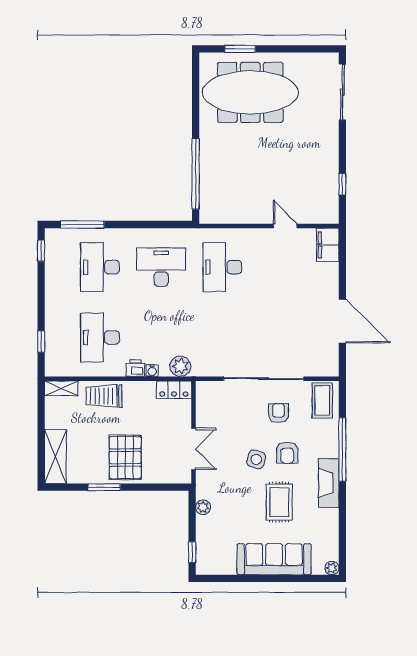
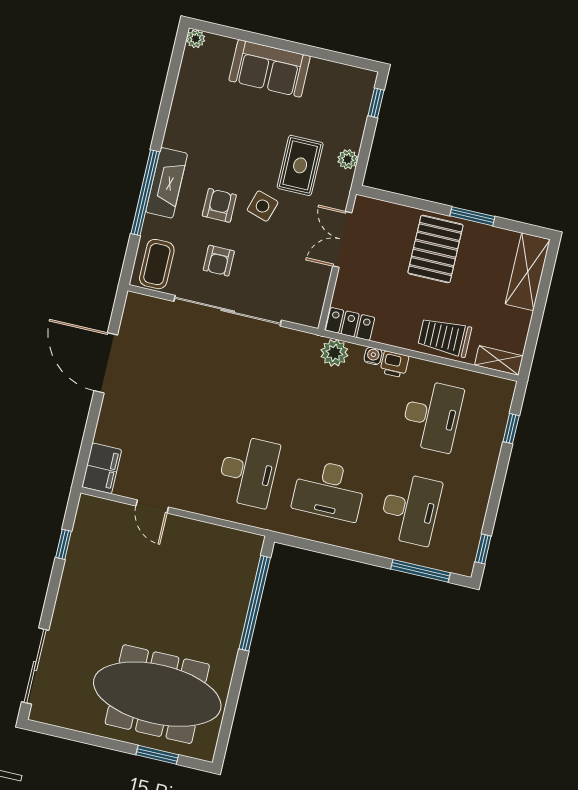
trolley: (104, 396) -> (445, 337), turned 180
fireplace: (329, 483) -> (167, 183), moved
rug: (279, 502) -> (300, 165), moved
sofa: (274, 559) -> (270, 68), width x0.73

